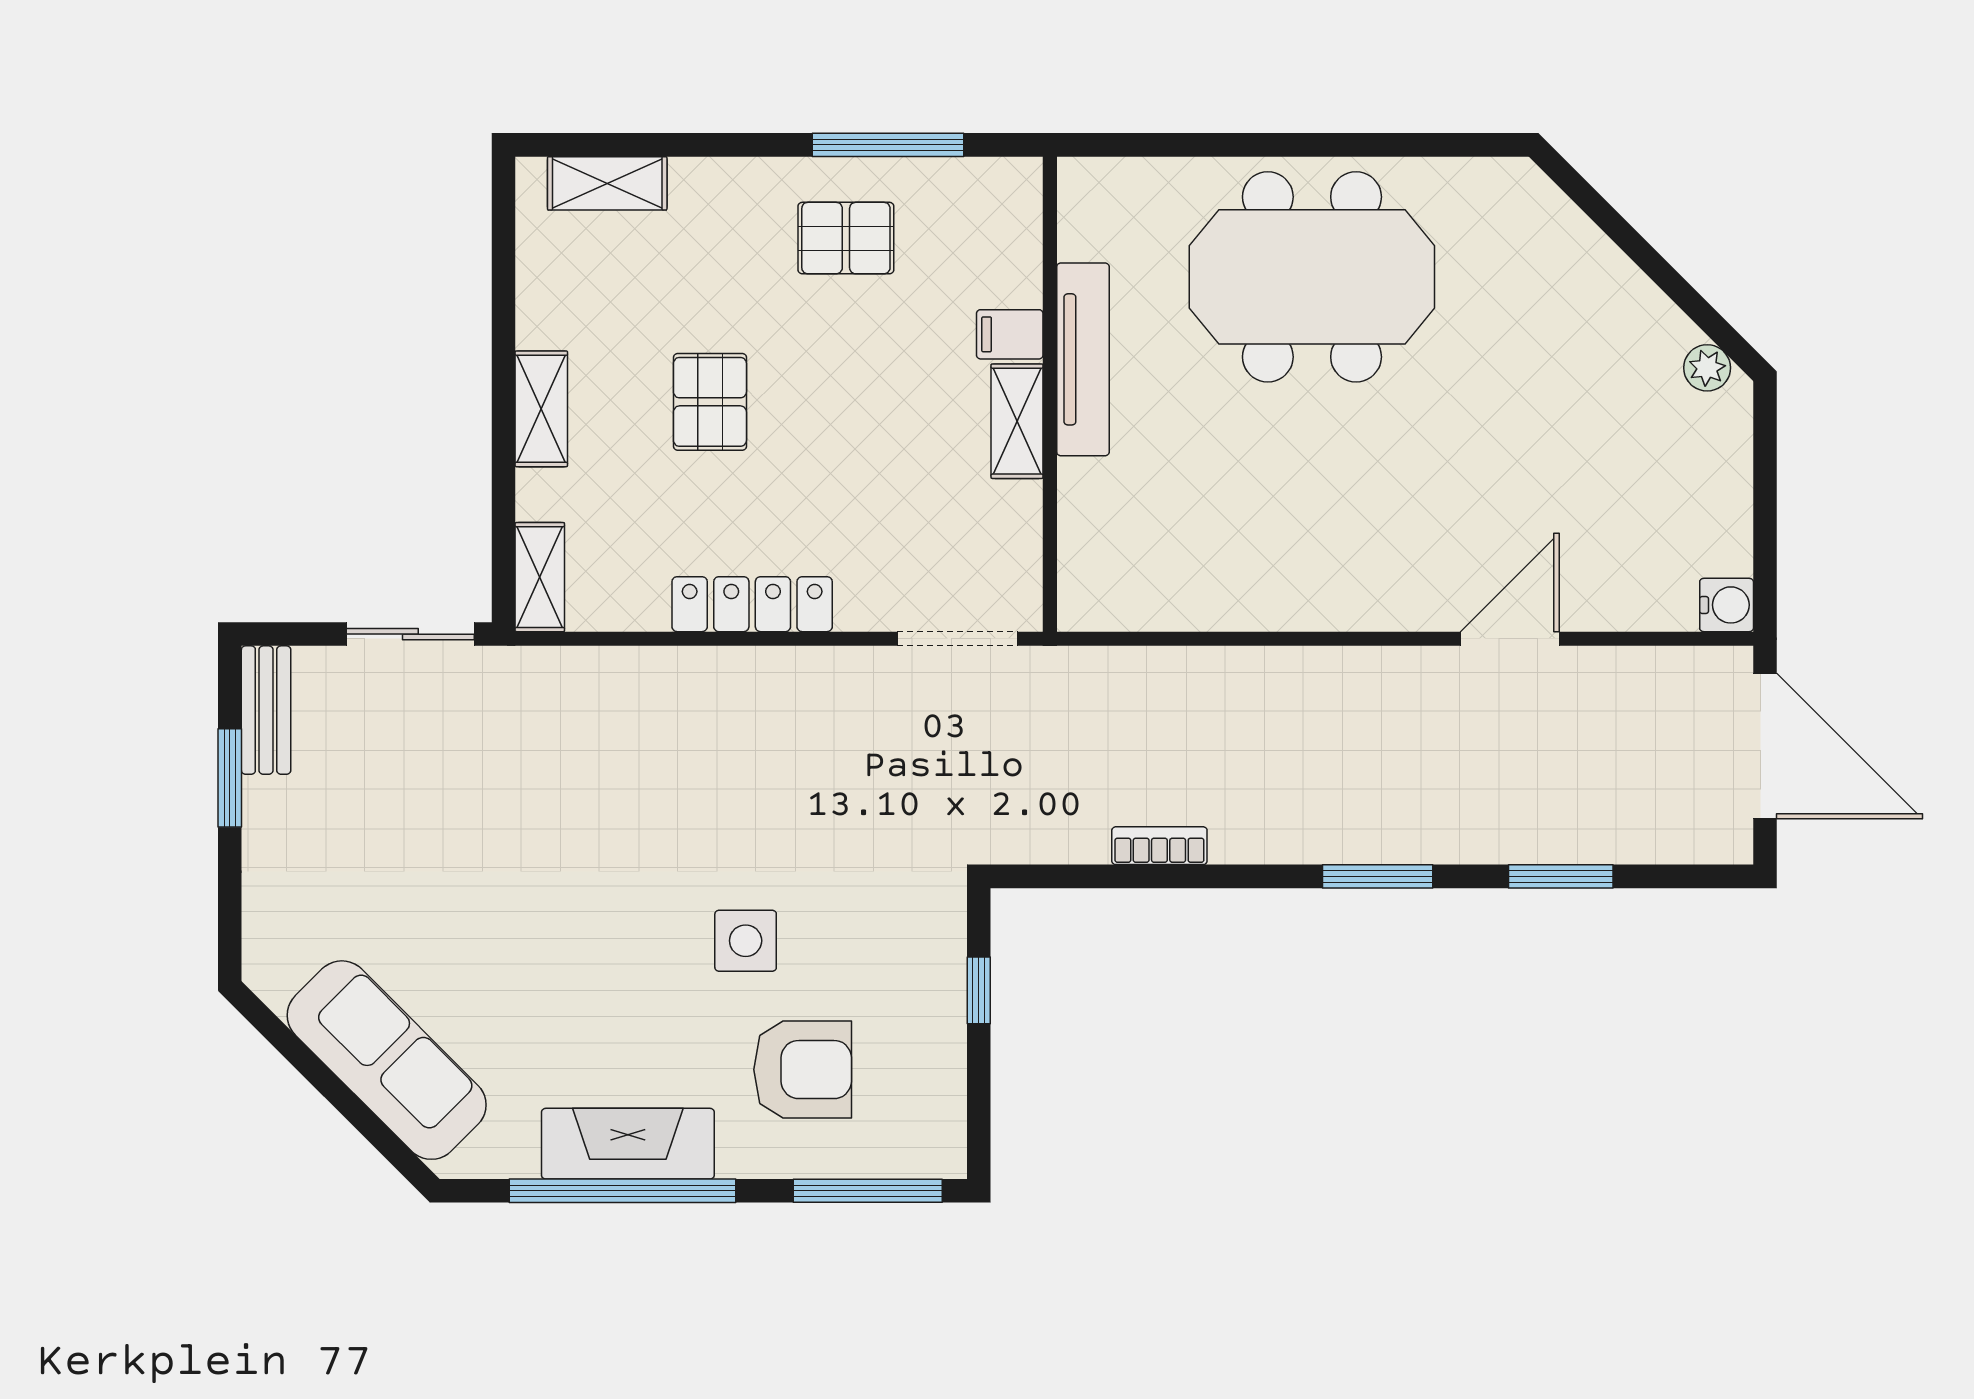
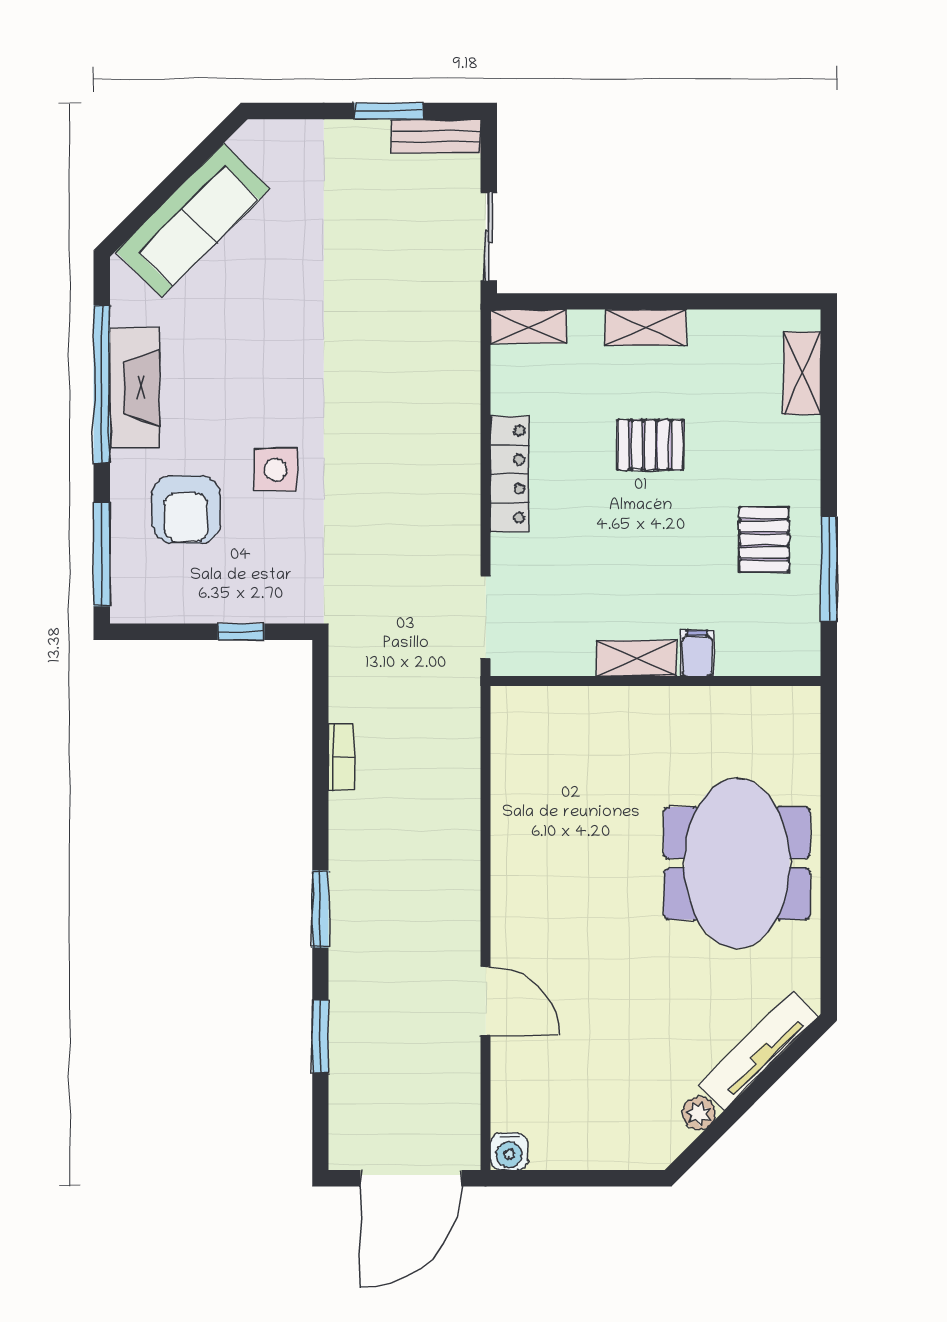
tv unit: (1083, 359) -> (758, 1051), moved, turned 135
plant: (1707, 368) -> (699, 1113), moved

